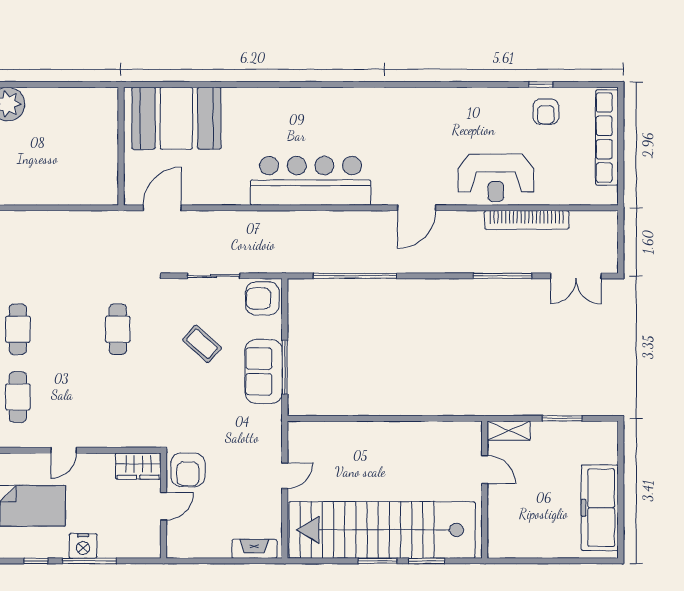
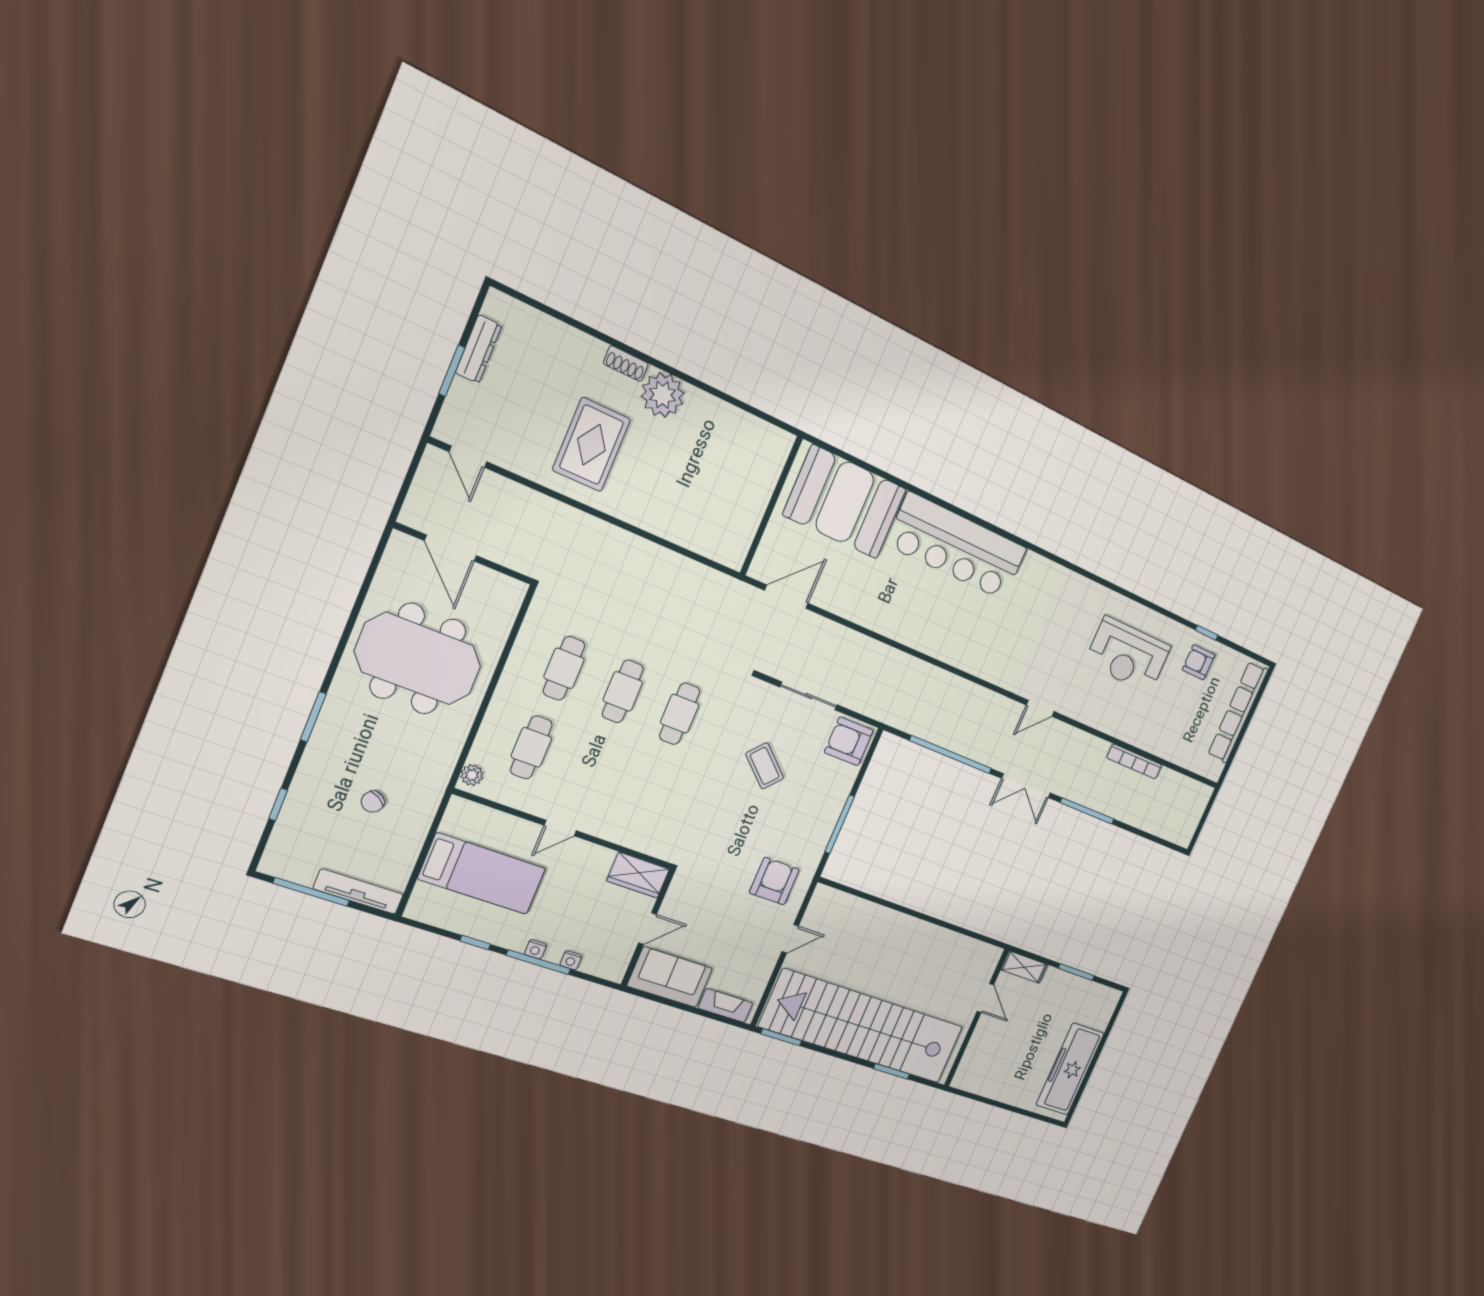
armchair: (546, 112) -> (1198, 662), turned 90
reception desk: (496, 178) -> (1128, 655), moved
bar counter: (311, 181) -> (957, 547), moved, turned 180
door: (416, 208) -> (1040, 708), width x0.73
bookcase: (527, 220) -> (1134, 761), width x0.68, depth x0.76
double door: (576, 276) -> (1026, 786), moved
cafe table: (68, 329) -> (623, 691), added
sofa: (264, 371) -> (670, 977), moved, turned 90
armchair: (188, 470) -> (774, 881), moved, turned 180
nightstand: (83, 546) -> (535, 949), width x0.53, depth x0.56
nightstand: (114, 551) -> (571, 960), added
window: (377, 561) -> (781, 1037), moved

